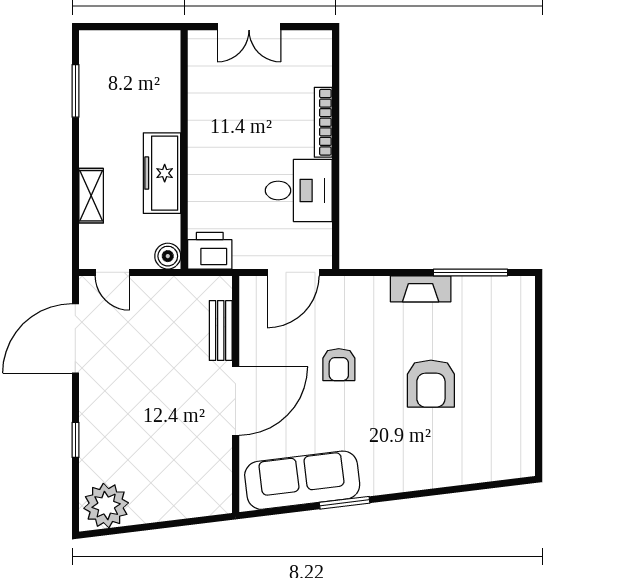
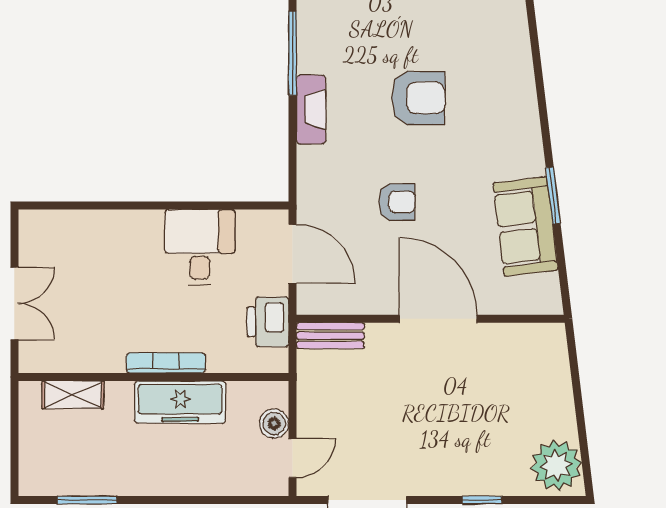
bookcase: (323, 122) -> (166, 363), moved, turned 180
shelving: (91, 196) -> (73, 395), moved
printer: (210, 251) -> (268, 322), moved
boiler: (168, 256) -> (274, 424), moved
bench: (221, 330) -> (330, 336), moved
sofa: (302, 480) -> (526, 227), width x0.73

